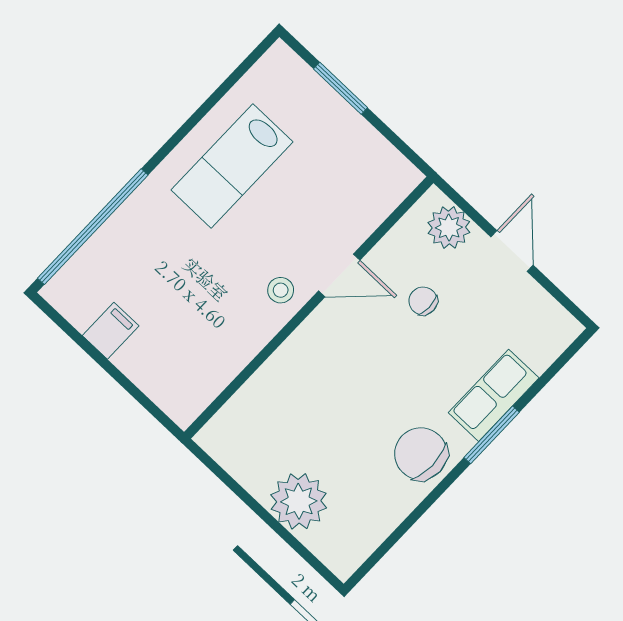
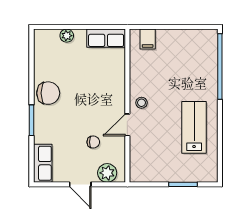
filing cabinet: (111, 331) -> (148, 39), moved
row of seats: (494, 395) -> (43, 163), moved
row of seats: (238, 454) -> (106, 38), added
plant: (299, 501) -> (67, 36), width x0.53, depth x0.53

